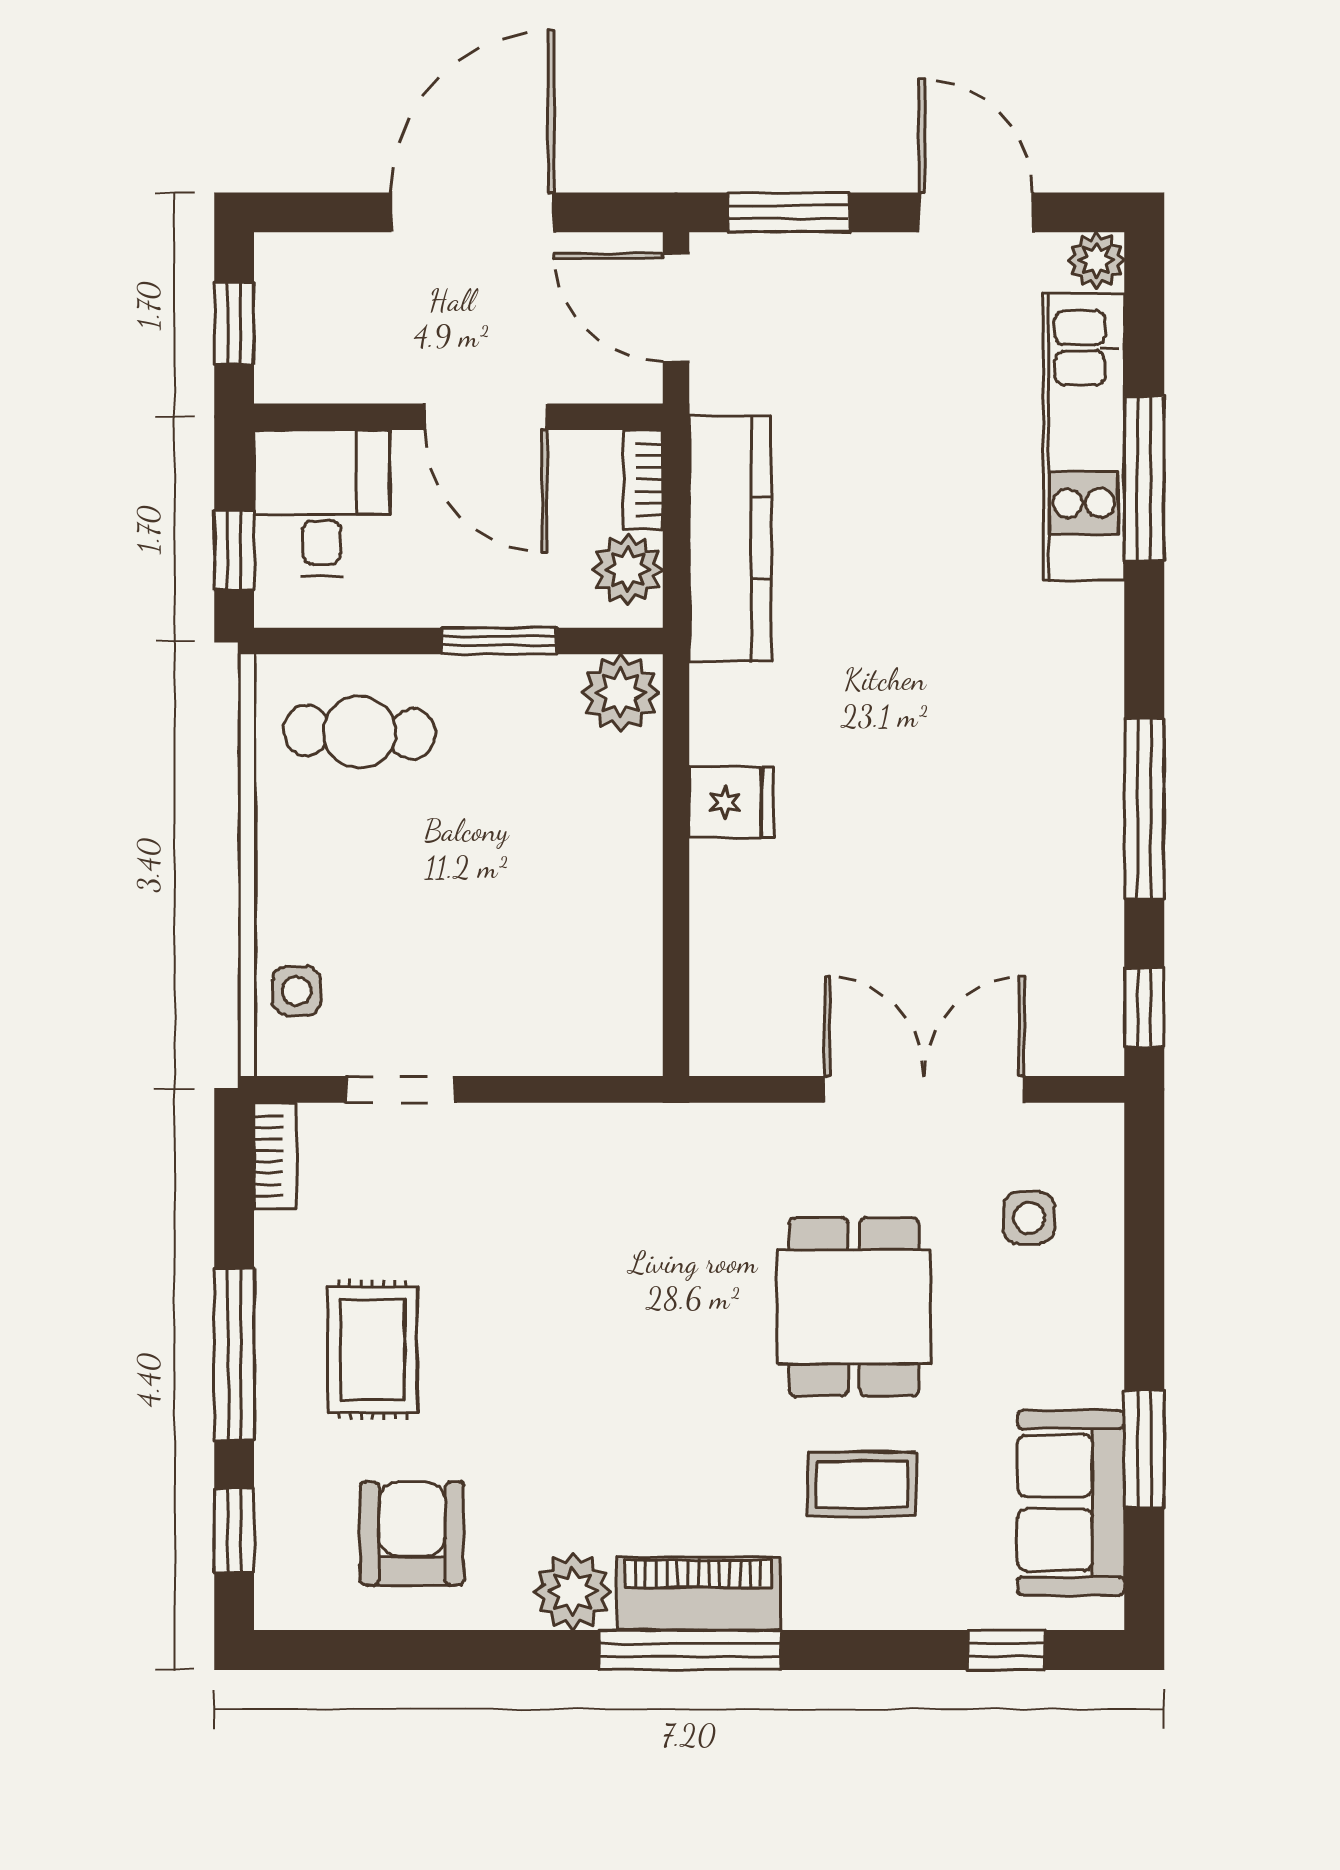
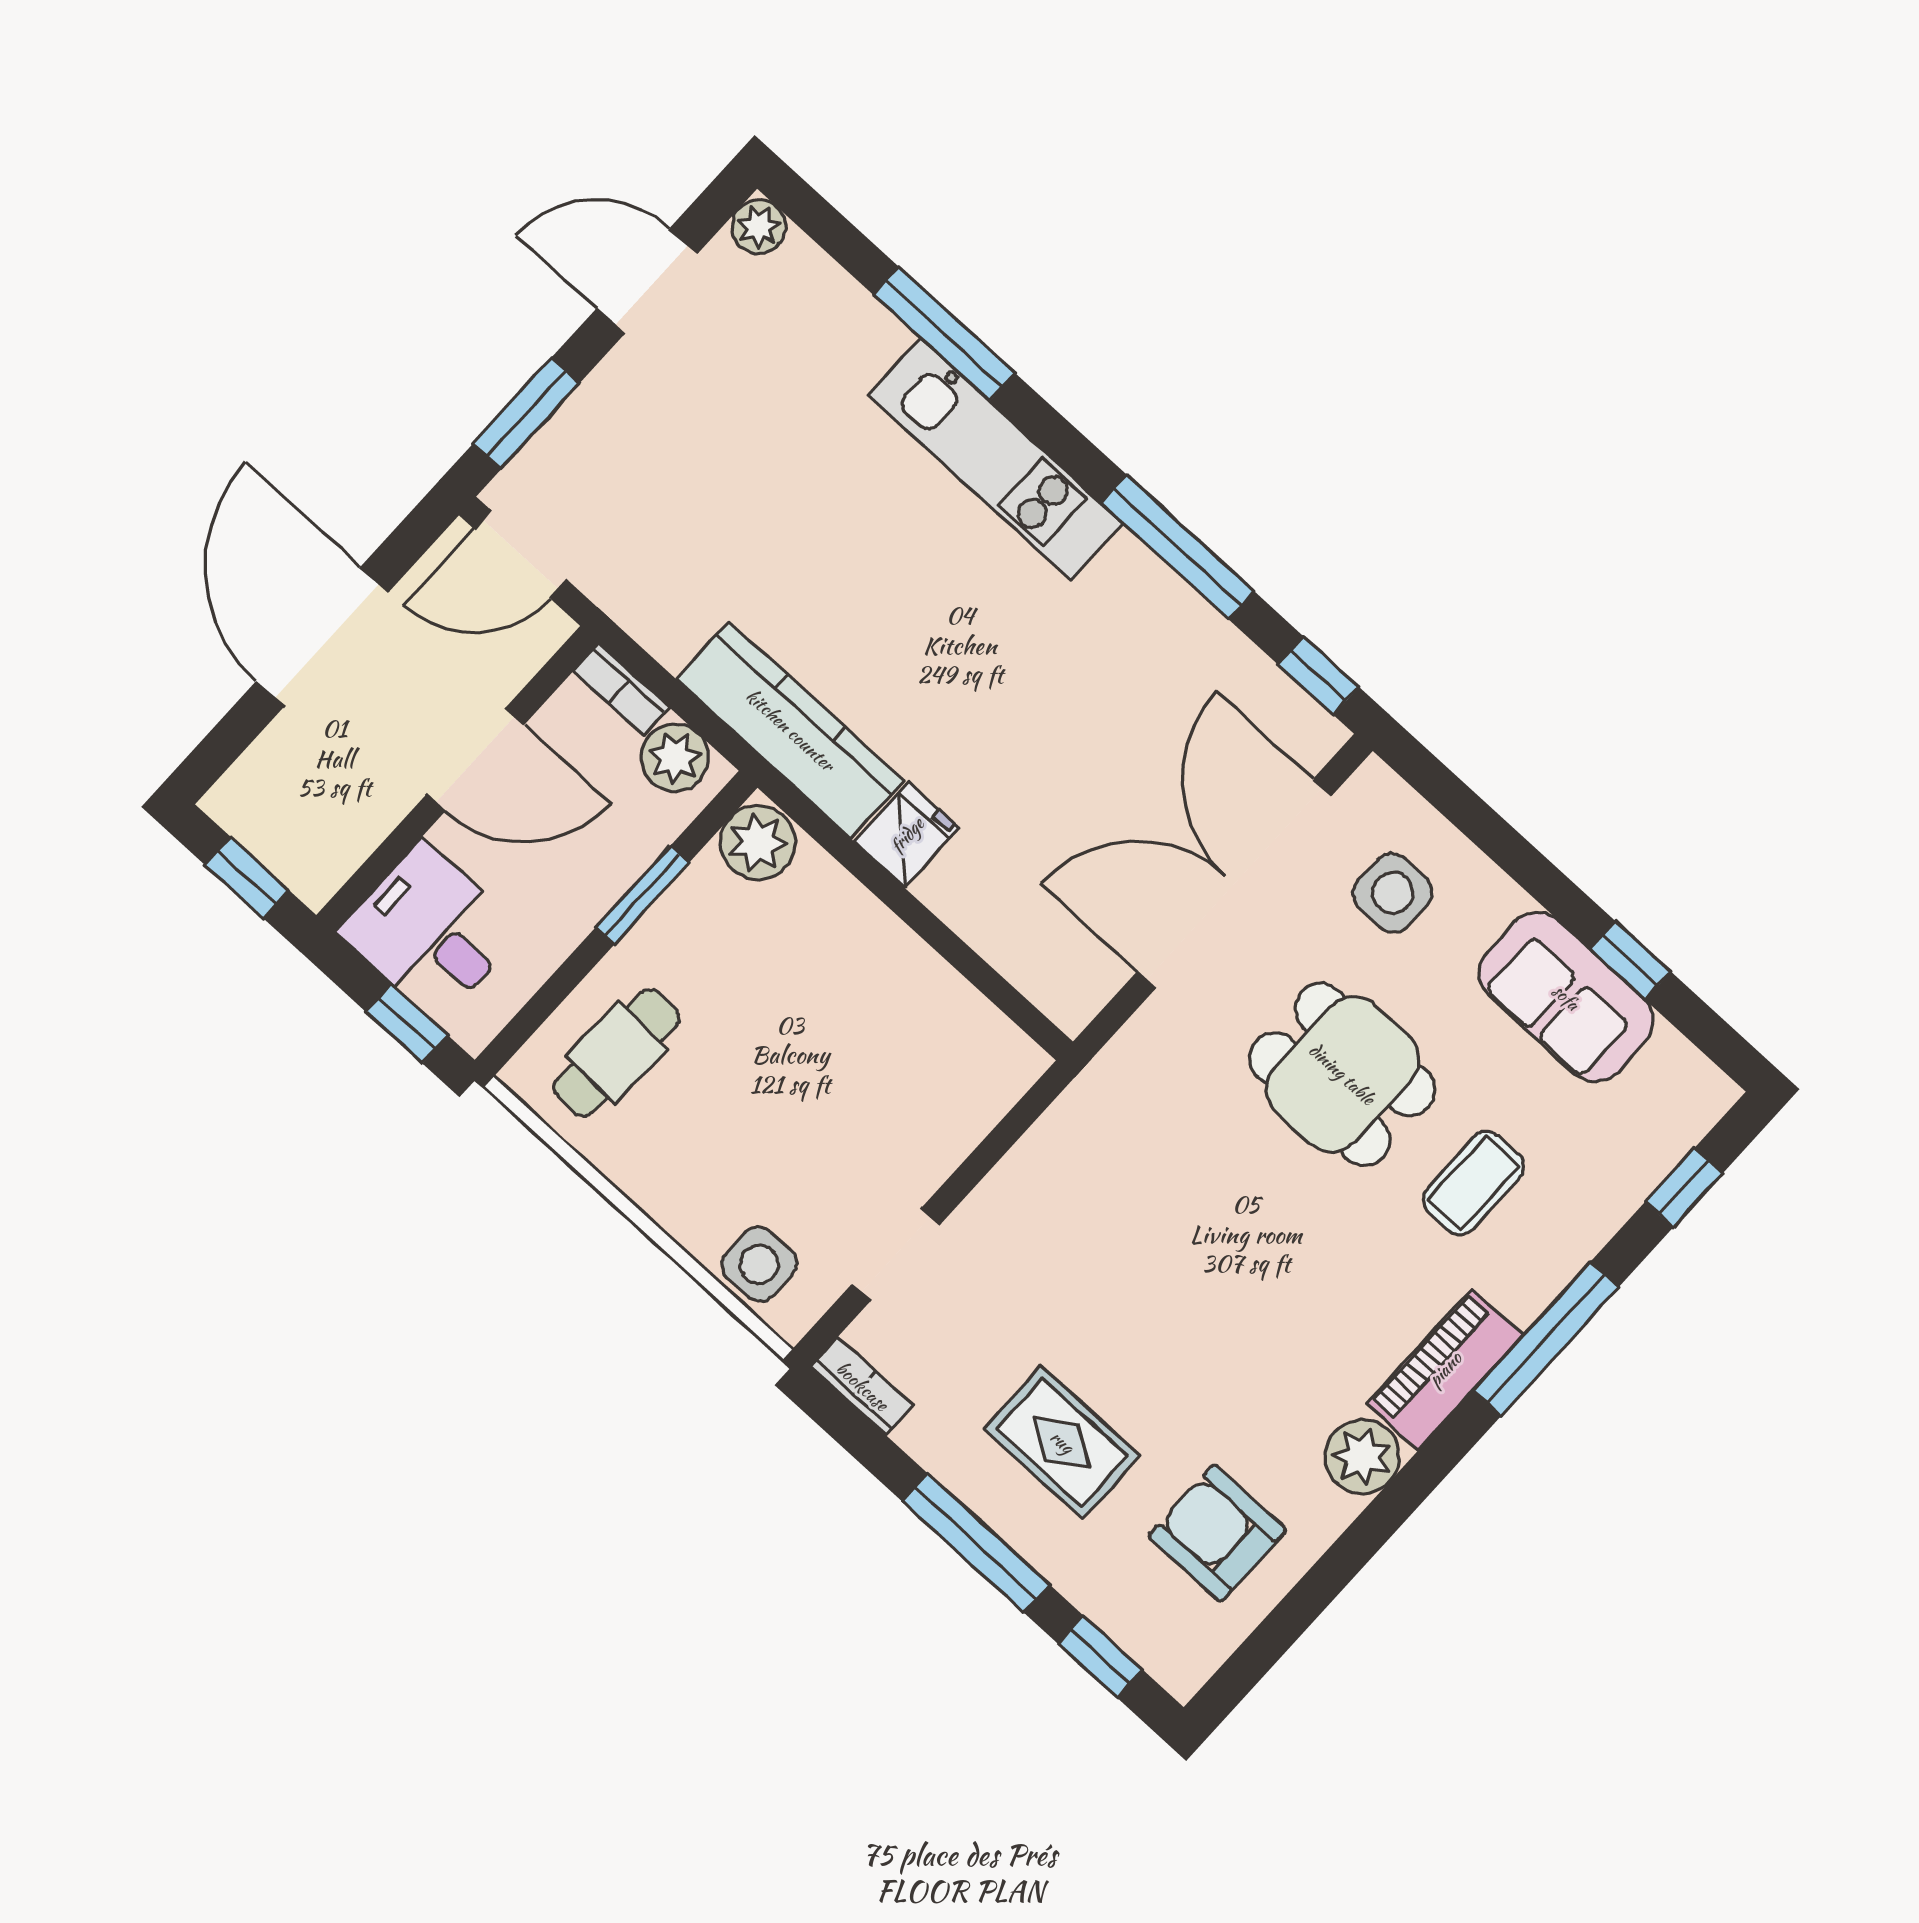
kitchen unit: (1084, 437) -> (996, 459), moved
kitchen counter: (730, 539) -> (790, 730), moved
side table: (297, 991) -> (759, 1264), width x1.37, depth x1.37
double door: (925, 1089) -> (1234, 884), width x1.36
side table: (1029, 1218) -> (1393, 893), width x1.37, depth x1.37
window: (1144, 1449) -> (1630, 960), width x0.67
sofa: (1071, 1503) -> (1566, 997), moved
window: (690, 1650) -> (1546, 1339), moved

